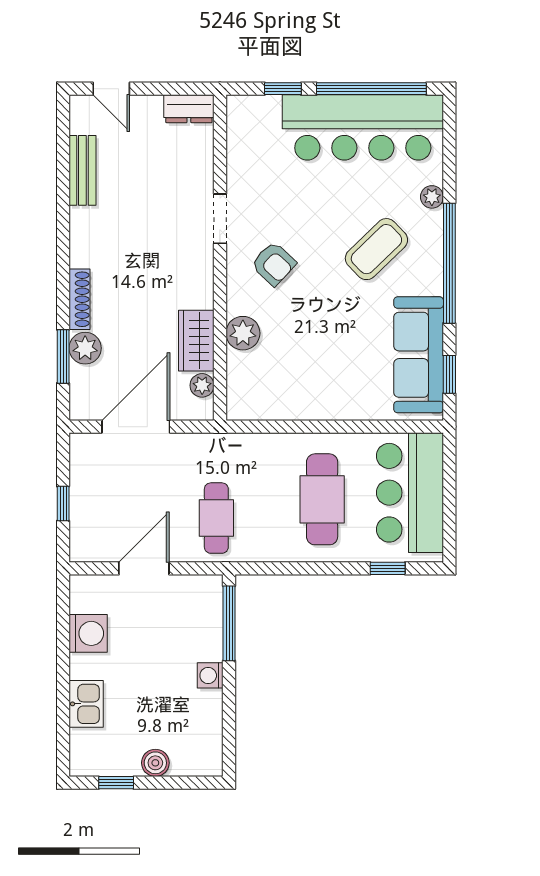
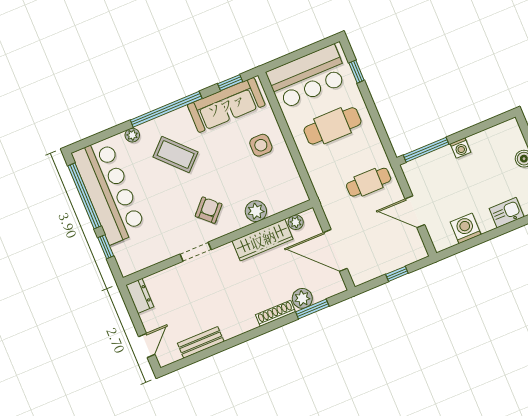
wardrobe: (196, 341) -> (263, 240), width x1.50
side table: (338, 381) -> (261, 145), added

